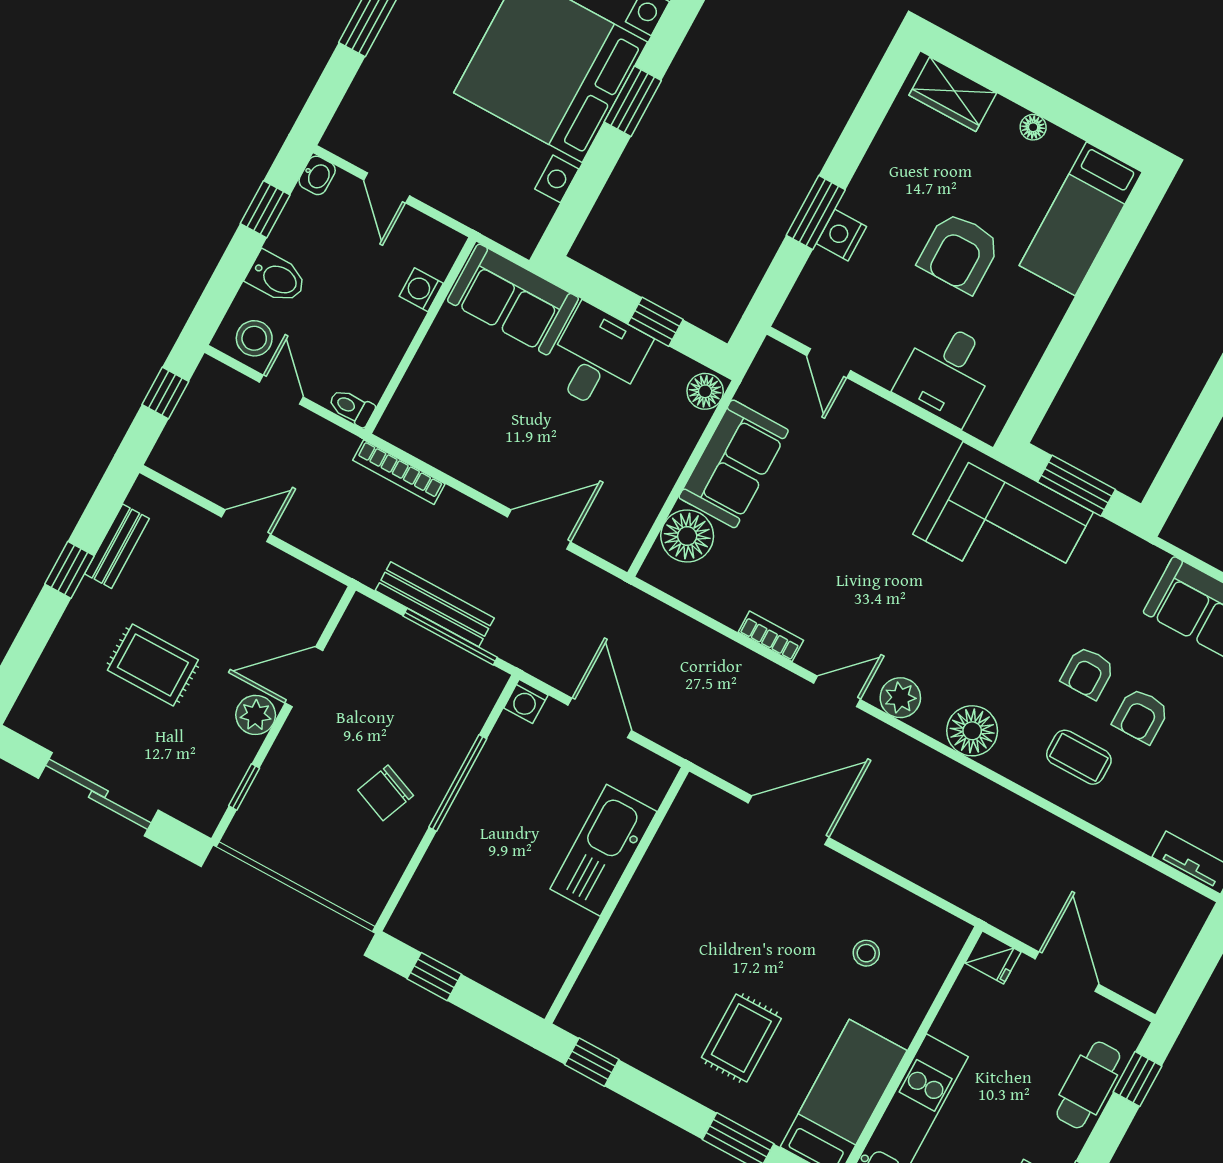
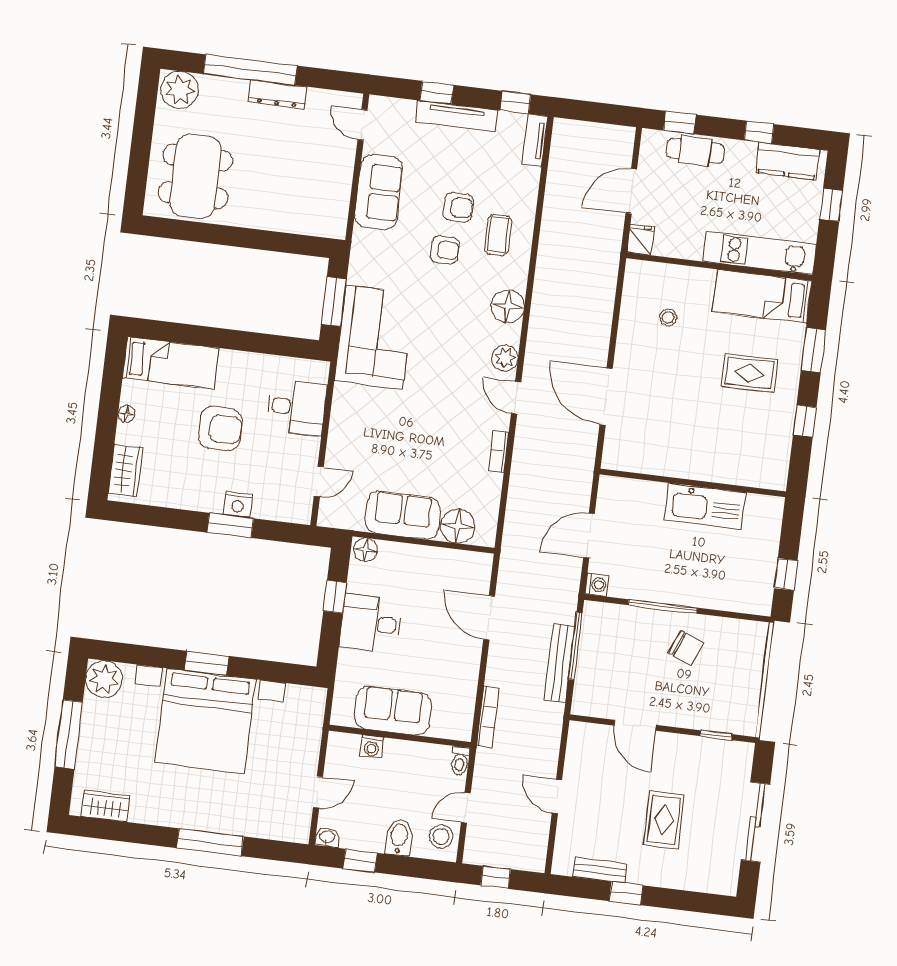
sofa: (513, 299) -> (393, 711), moved, turned -90
plant: (256, 715) -> (670, 745), removed
kitchen sink: (603, 850) -> (705, 506), moved
window: (592, 1062) -> (805, 421), moved

